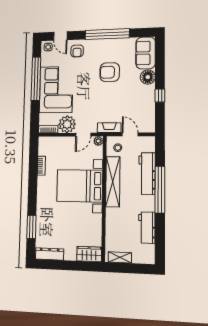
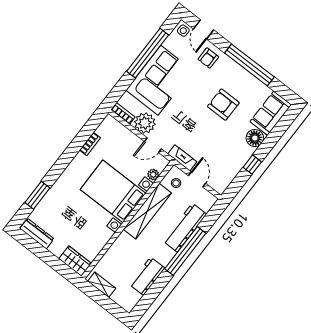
plant: (98, 141) -> (153, 175), moved

